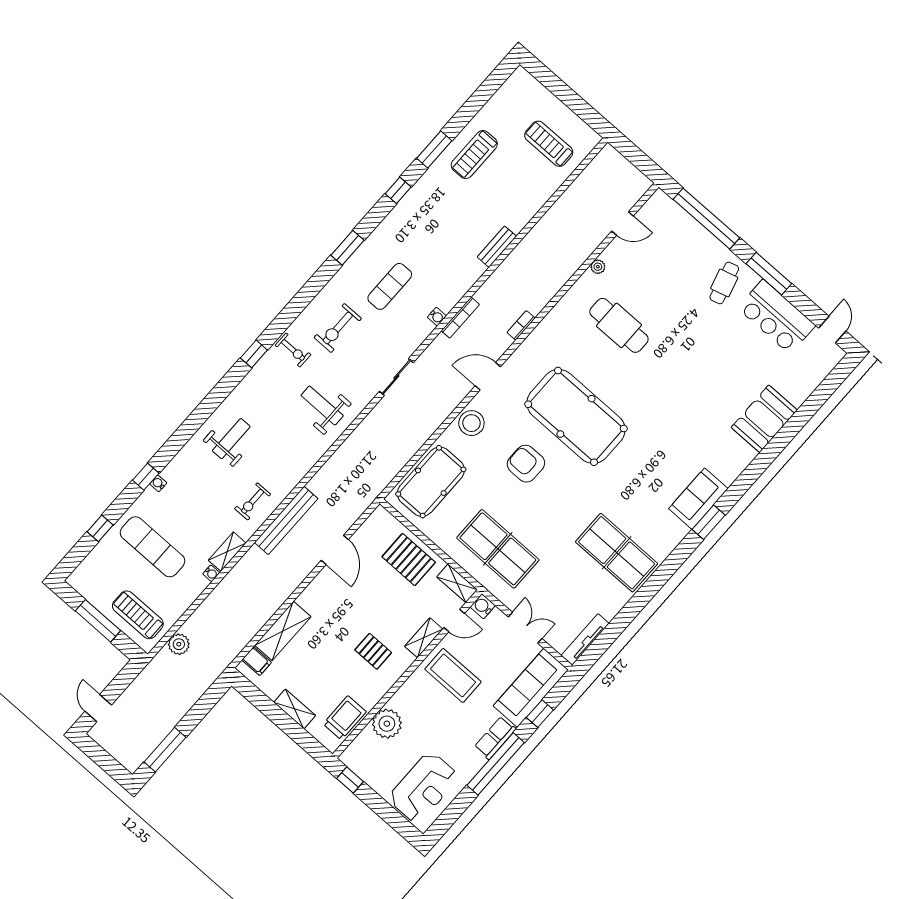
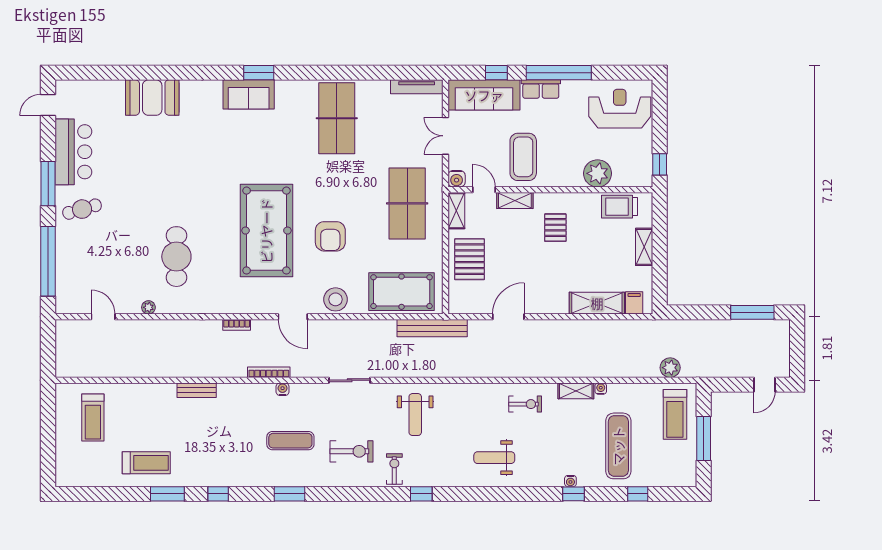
bench: (286, 520) -> (432, 328), moved

